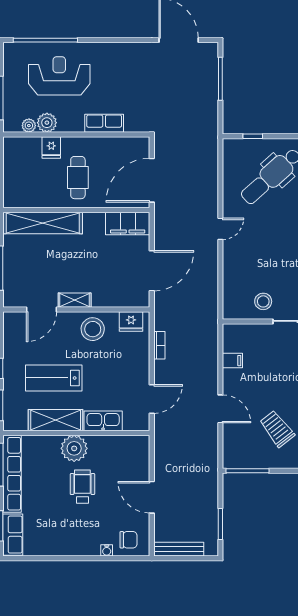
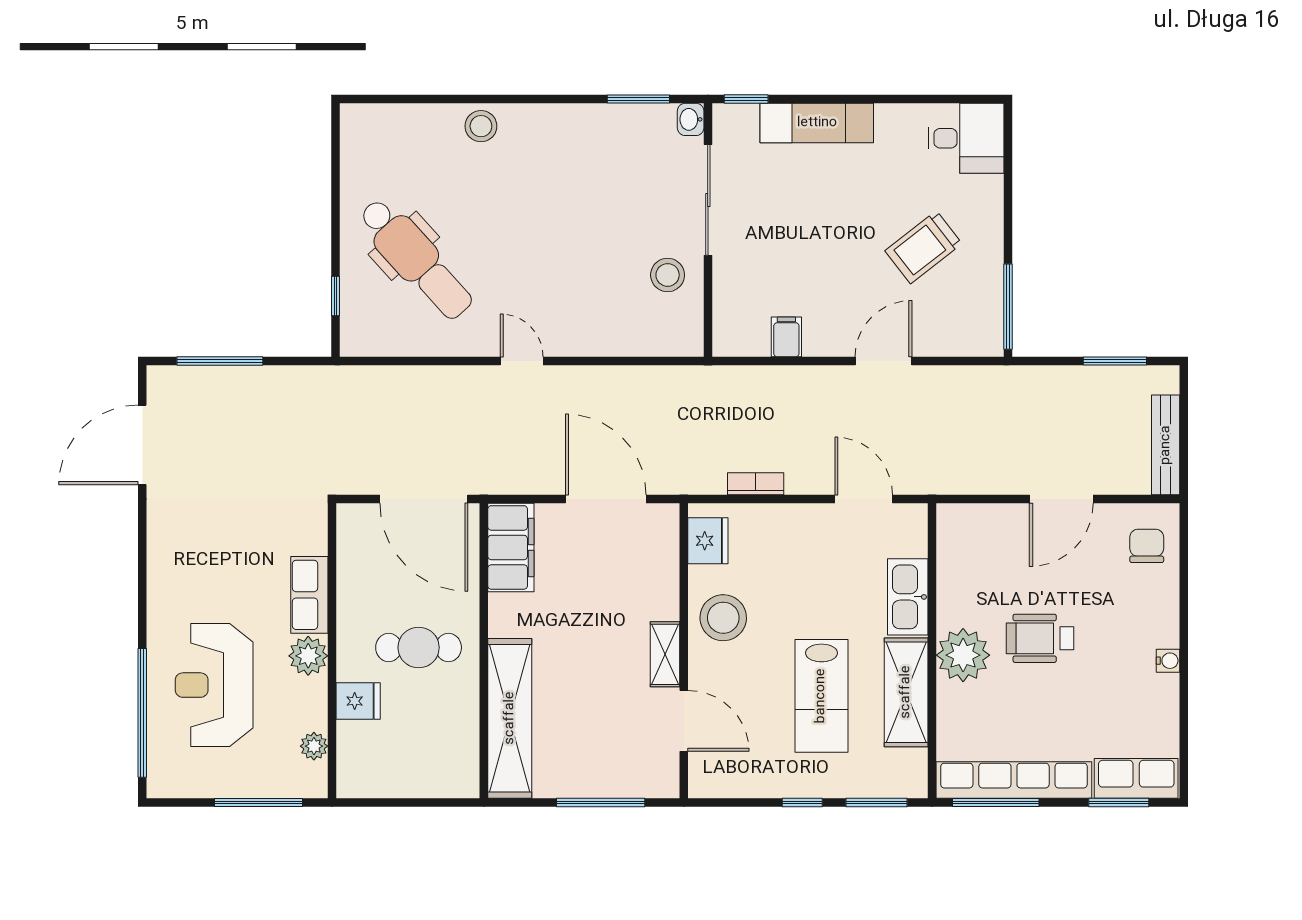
plant: (47, 123) -> (308, 656), moved
water cooler: (107, 550) -> (1168, 661), moved

